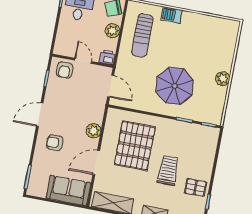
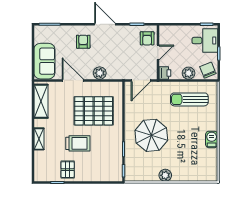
barbecue: (172, 15) -> (212, 139), moved
armchair: (64, 70) -> (147, 38), turned -90

